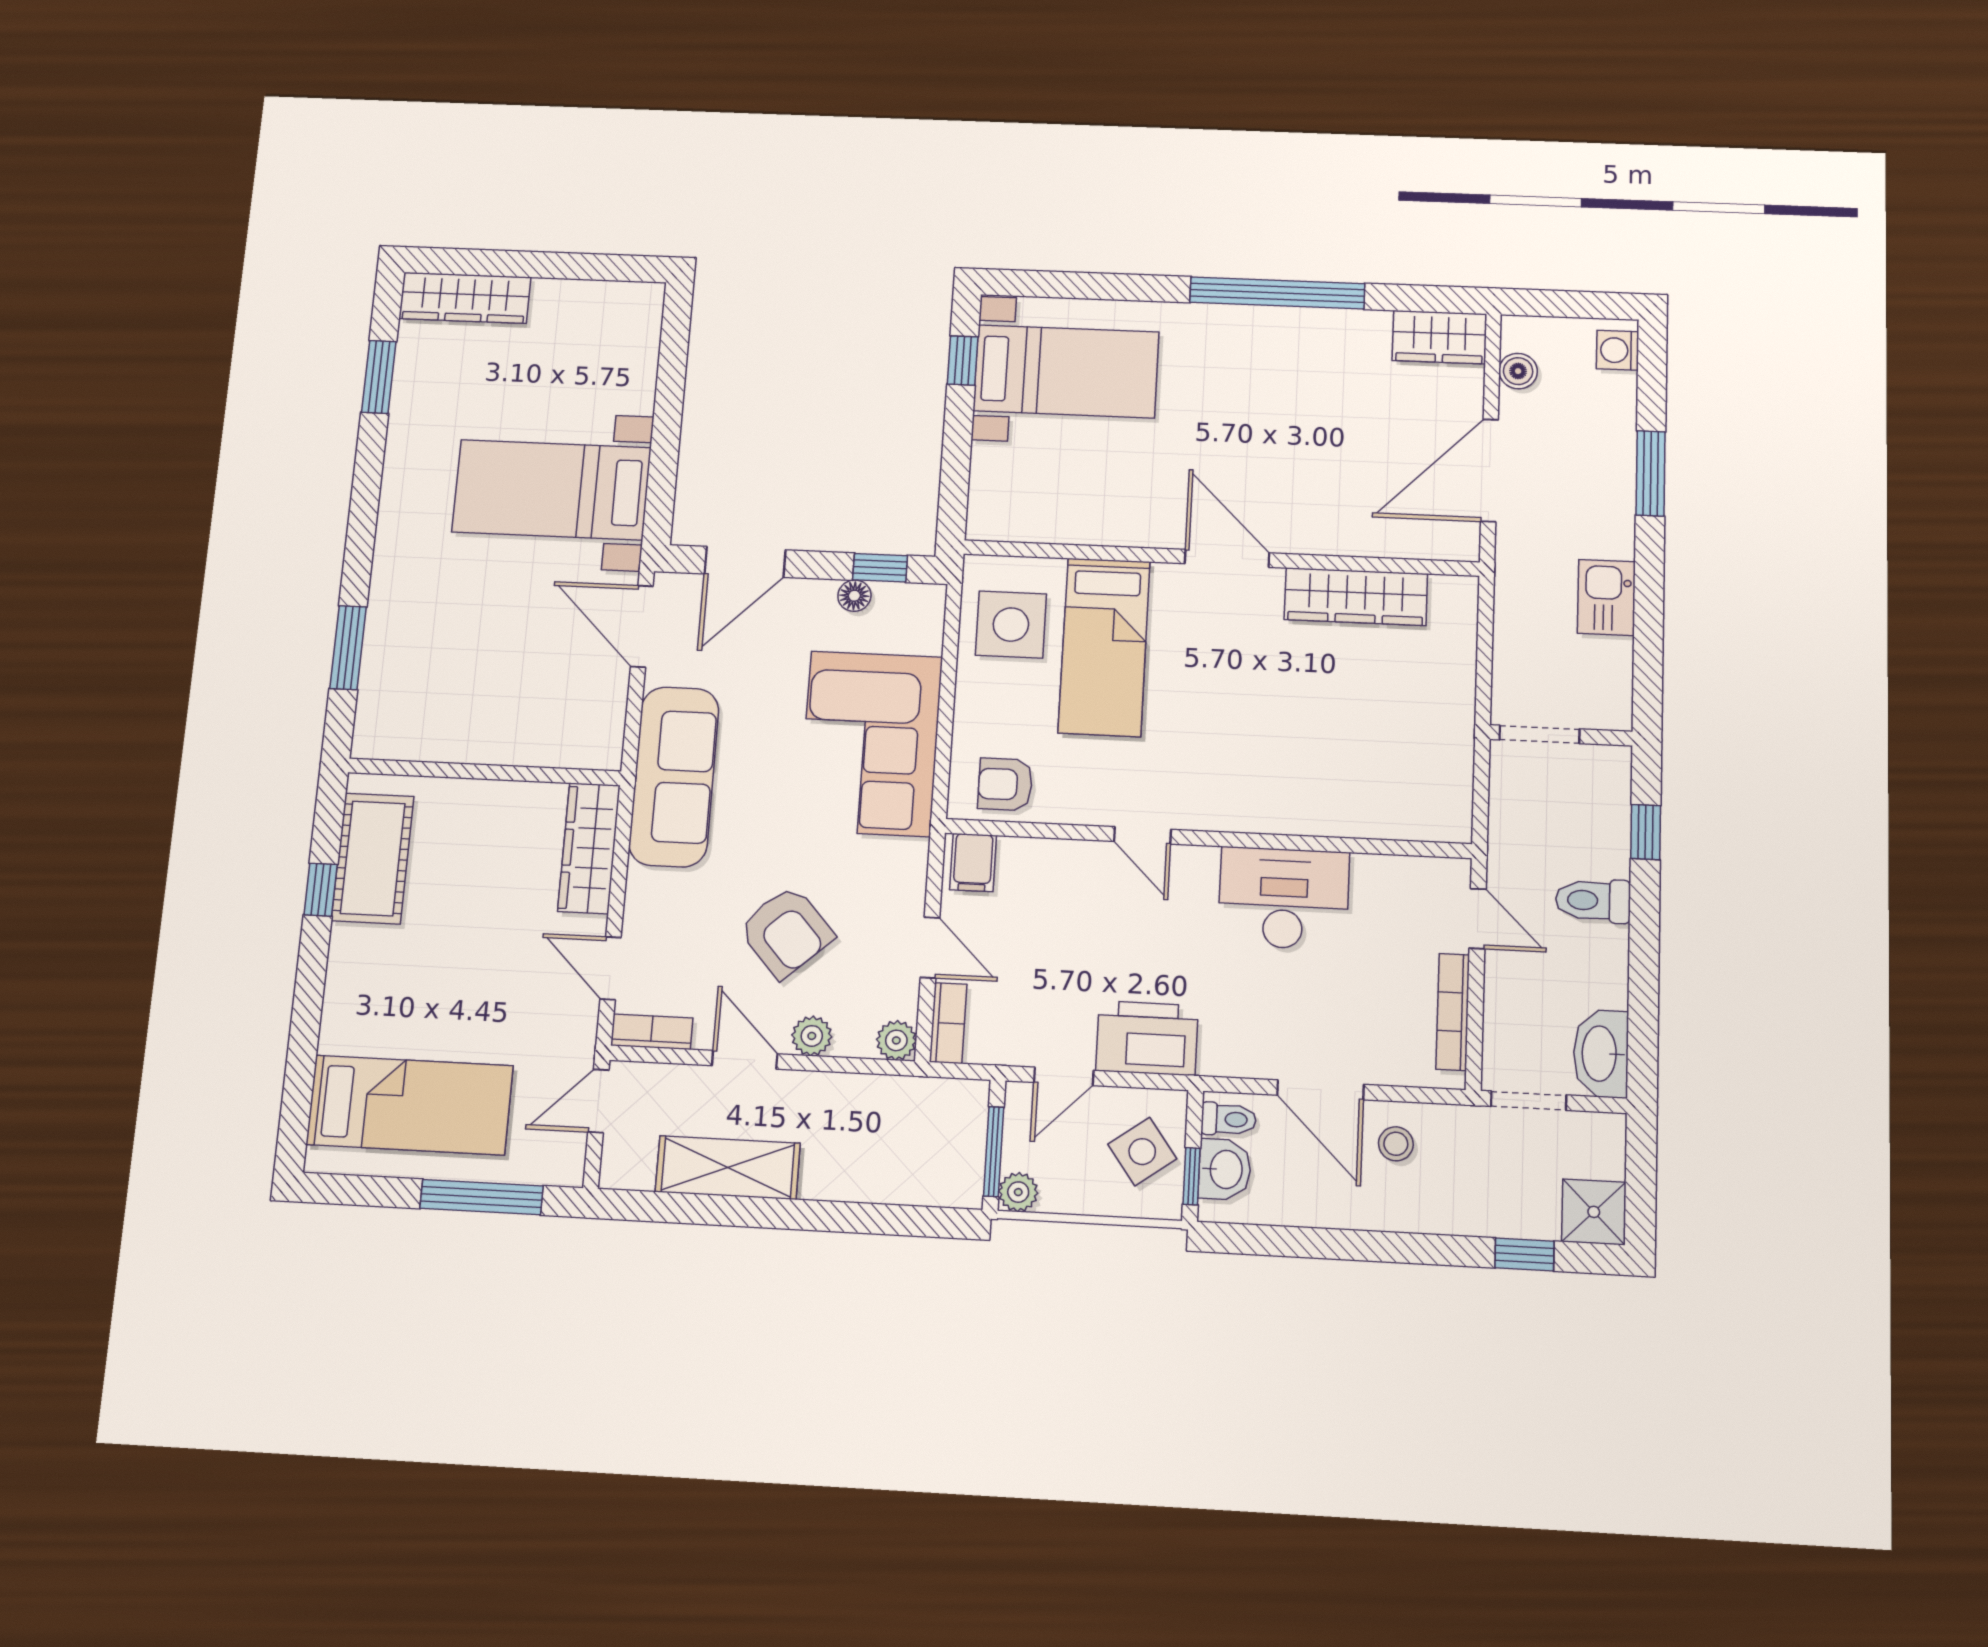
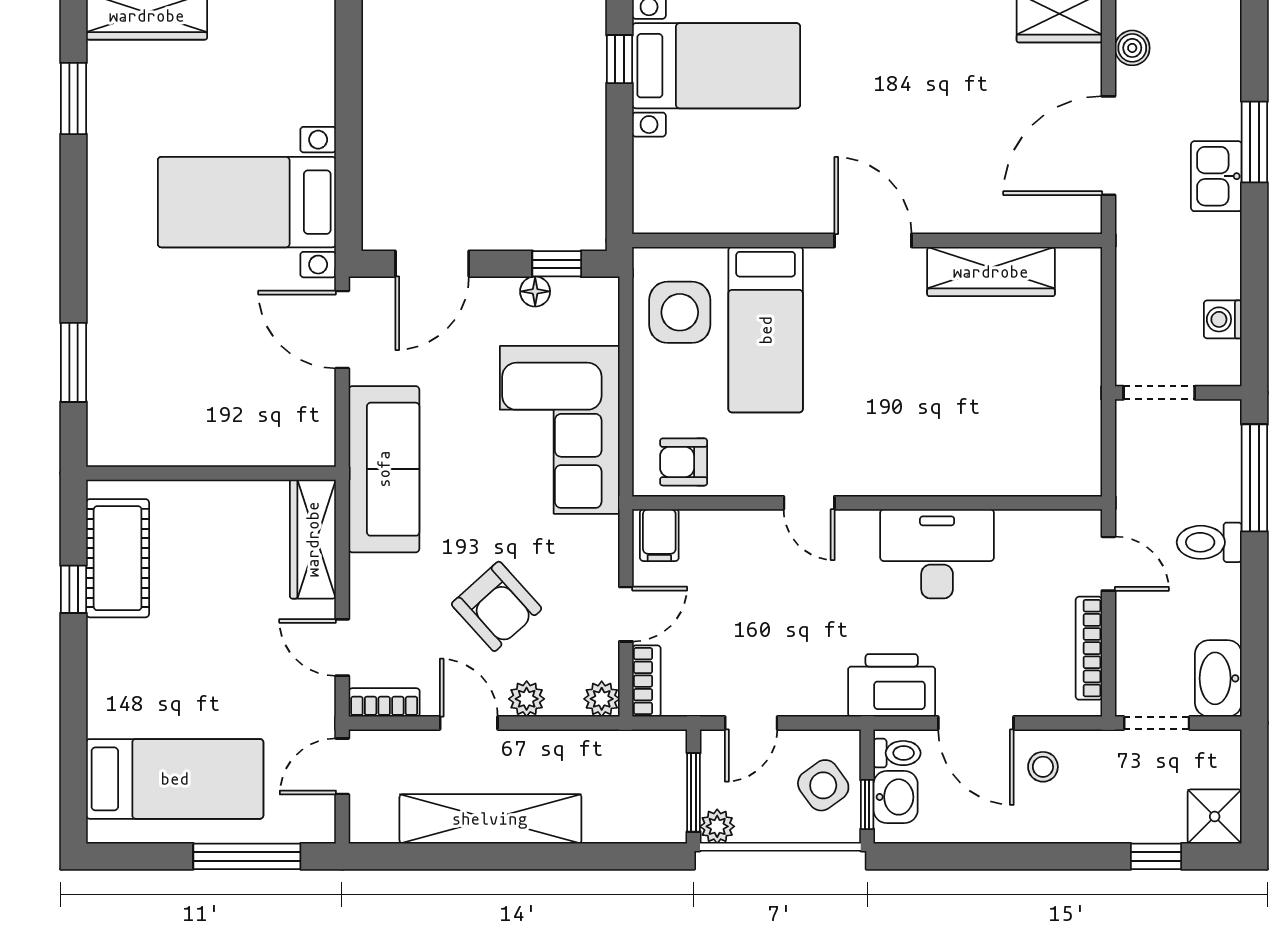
washing machine: (1618, 350) -> (1223, 319), moved
kitchen sink: (1606, 597) -> (1216, 176), moved
window: (1646, 832) -> (1254, 478), width x2.17
door: (930, 947) -> (626, 614), hinge flipped
printer: (1147, 1038) -> (892, 685), moved
shelving: (728, 1168) -> (490, 819), width x1.47

